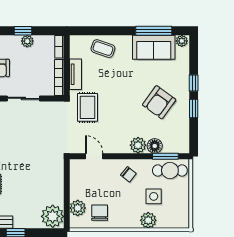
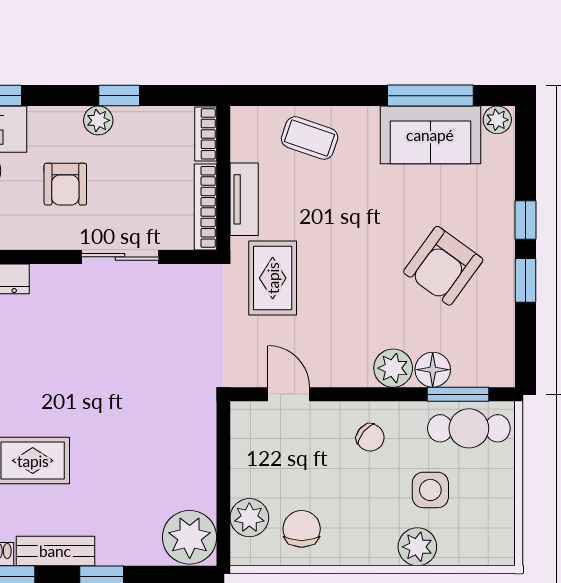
plant: (27, 41) -> (98, 120), moved

